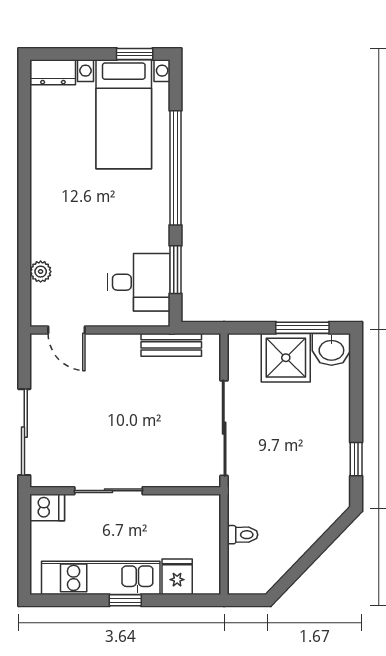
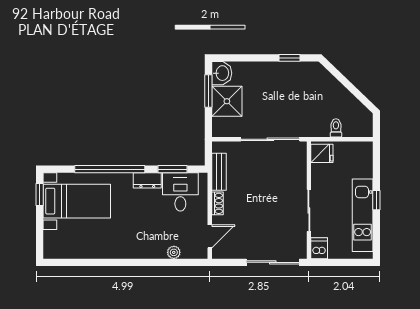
dresser: (53, 72) -> (147, 180), moved, turned 90
shoe rack: (120, 342) -> (217, 203), added
fridge: (177, 577) -> (322, 153), moved, turned 180

